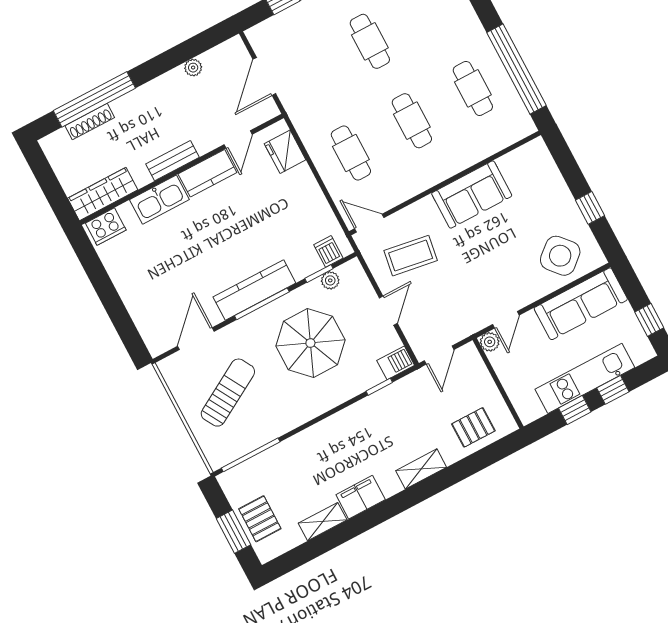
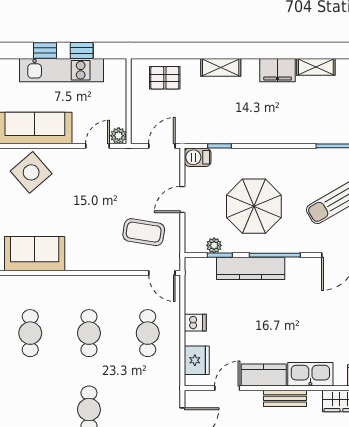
sofa: (472, 195) -> (35, 254), moved
dishwasher: (328, 251) -> (195, 323), moved, turned -90
kitchen counter: (254, 290) -> (251, 268), moved

